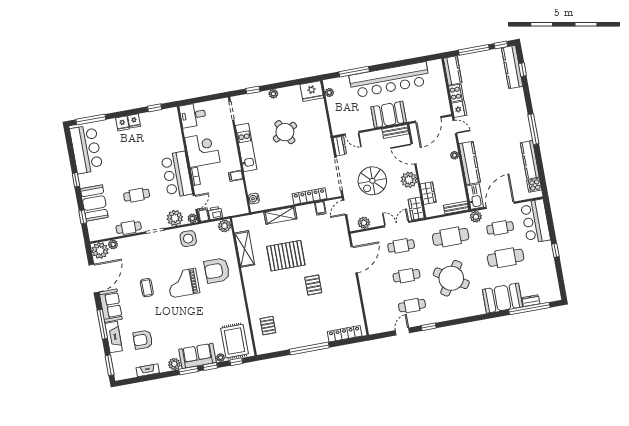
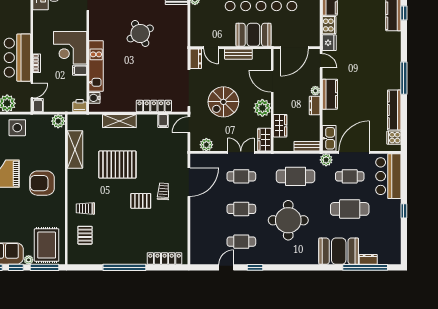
bench: (395, 131) -> (238, 54), moved
kitchen unit: (246, 147) -> (96, 66), moved
corner desk: (202, 150) -> (70, 48), moved, turned 180
kitchen counter: (470, 163) -> (330, 94), width x0.67
dresser: (456, 169) -> (315, 106), added
printer: (215, 213) -> (80, 106), moved
plant: (192, 218) -> (26, 107), removed
armchair: (217, 270) -> (42, 183), moved
trolley: (332, 273) -> (163, 191), added
round table: (451, 278) -> (288, 220), turned -33
pallet: (313, 285) -> (141, 201), turned 90
trolley: (264, 301) -> (85, 208), added
window: (236, 362) -> (44, 267), width x2.17

